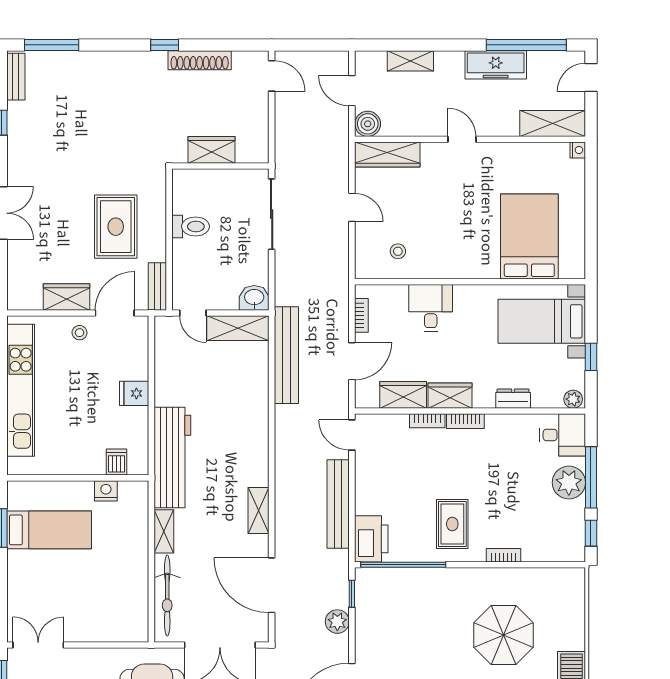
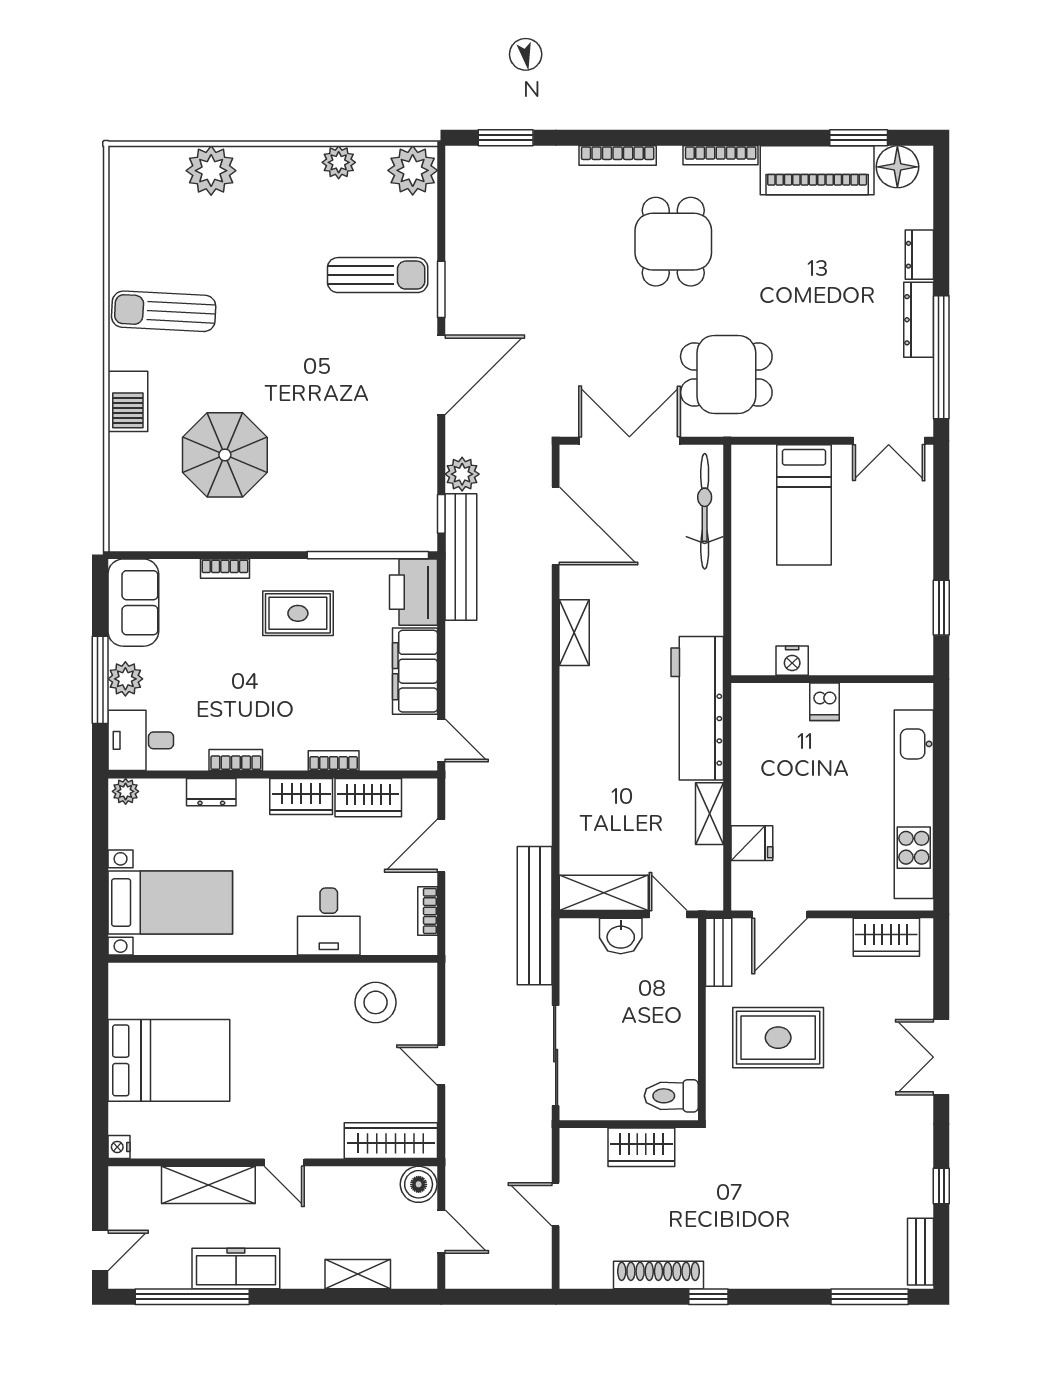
door: (272, 76) -> (556, 1204), moved
shelving: (553, 123) -> (208, 1185), moved
toilet: (191, 226) -> (671, 1096), moved
rug: (116, 227) -> (778, 1038), turned 90
bed: (529, 237) -> (169, 1060), moved, turned -90
stool: (398, 251) -> (376, 1002), width x1.89, depth x1.89
wardrobe: (67, 297) -> (886, 937), moved
washbasin: (254, 298) -> (621, 936), moved
stool: (80, 333) -> (830, 886), removed
bench: (286, 355) -> (535, 916), moved
window: (591, 357) -> (100, 852), removed
fridge: (134, 393) -> (752, 843), moved
bookcase: (465, 421) -> (236, 760), moved
dishwasher: (116, 462) -> (825, 702), moved
filing cabinet: (370, 483) -> (415, 671), added
plant: (569, 483) -> (125, 679), width x0.73, depth x0.73
bench: (338, 504) -> (461, 557), moved
rug: (452, 524) -> (298, 613), turned 90
bed: (49, 530) -> (804, 505), moved, turned -90
shelving: (164, 531) -> (710, 814), moved
sofa: (568, 531) -> (133, 603), added
window: (591, 533) -> (100, 600), removed

